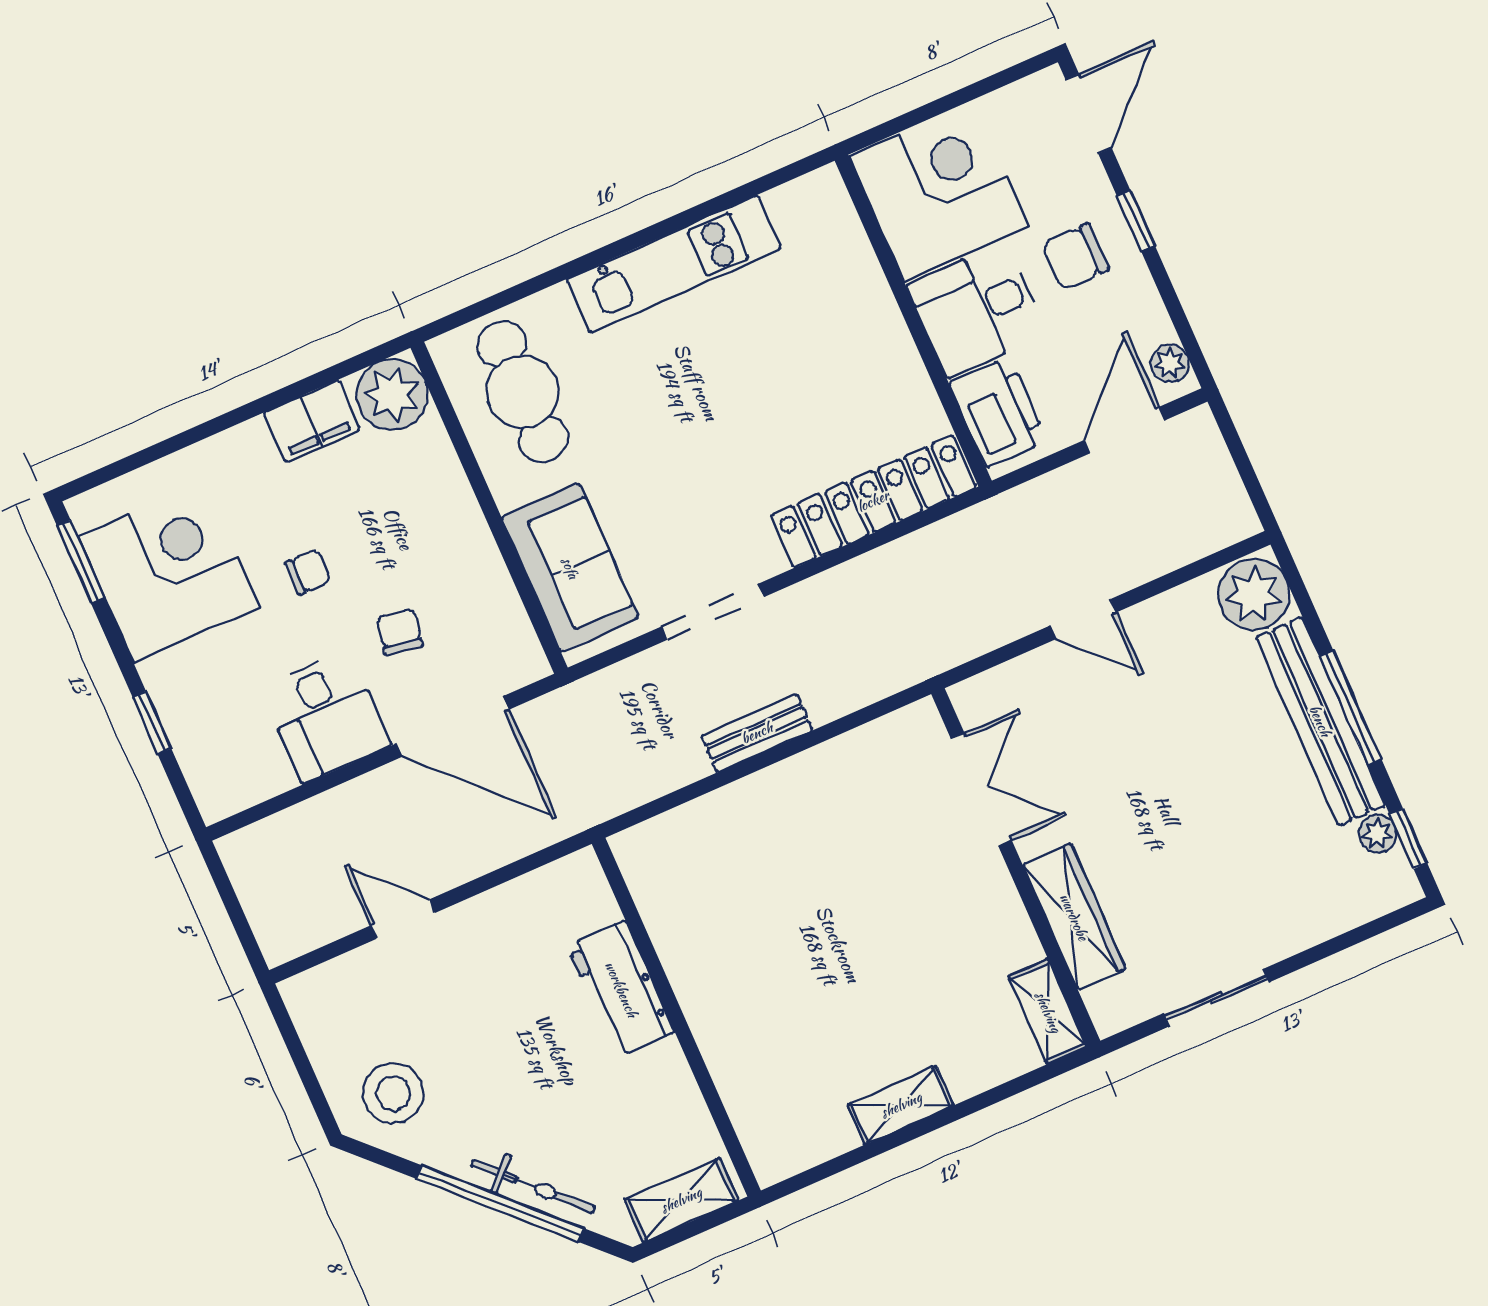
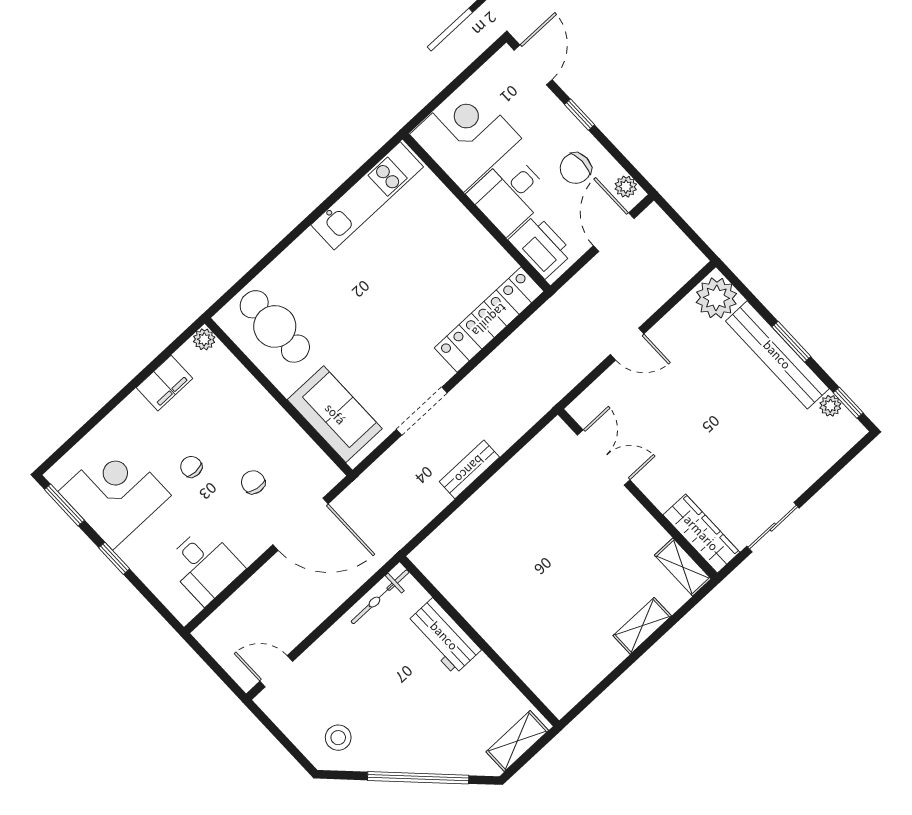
chair: (1076, 257) -> (576, 168), moved
kitchen unit: (674, 264) -> (367, 196), moved
plant: (392, 395) -> (204, 339), width x0.53, depth x0.53
chair: (308, 572) -> (191, 467), turned -90
window: (1351, 708) -> (791, 342), width x0.69
desk: (326, 716) -> (204, 566), moved
window: (152, 723) -> (114, 558), moved
wardrobe: (1074, 917) -> (701, 533), moved
door: (403, 919) -> (276, 671), moved
stool: (393, 1093) -> (338, 738), width x0.73, depth x0.73
shelving: (901, 1105) -> (642, 626), moved
bicycle: (533, 1186) -> (380, 597), moved, turned 135

